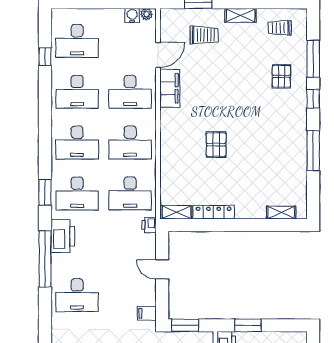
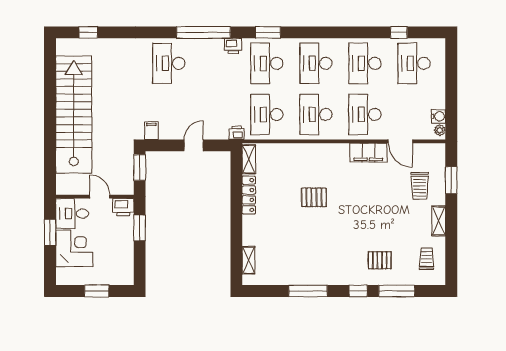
printer: (63, 236) -> (233, 46), width x0.53, depth x0.68

